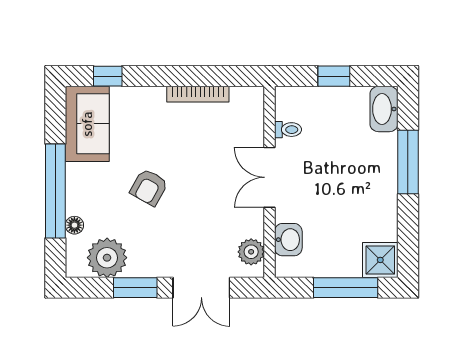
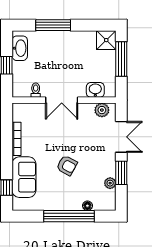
washbasin: (384, 109) -> (20, 48), moved, turned -90
sofa: (87, 124) -> (24, 177), moved, turned 90
plant: (107, 258) -> (110, 183), width x0.53, depth x0.53

